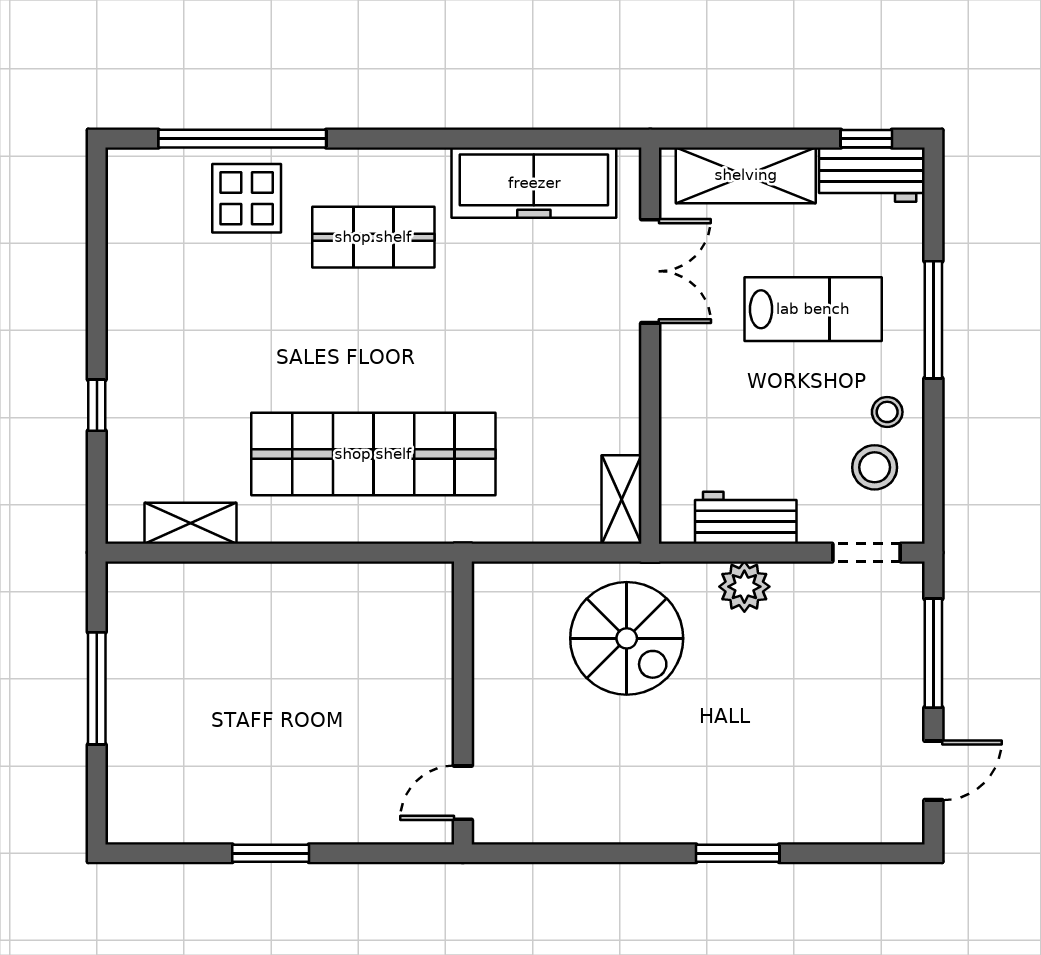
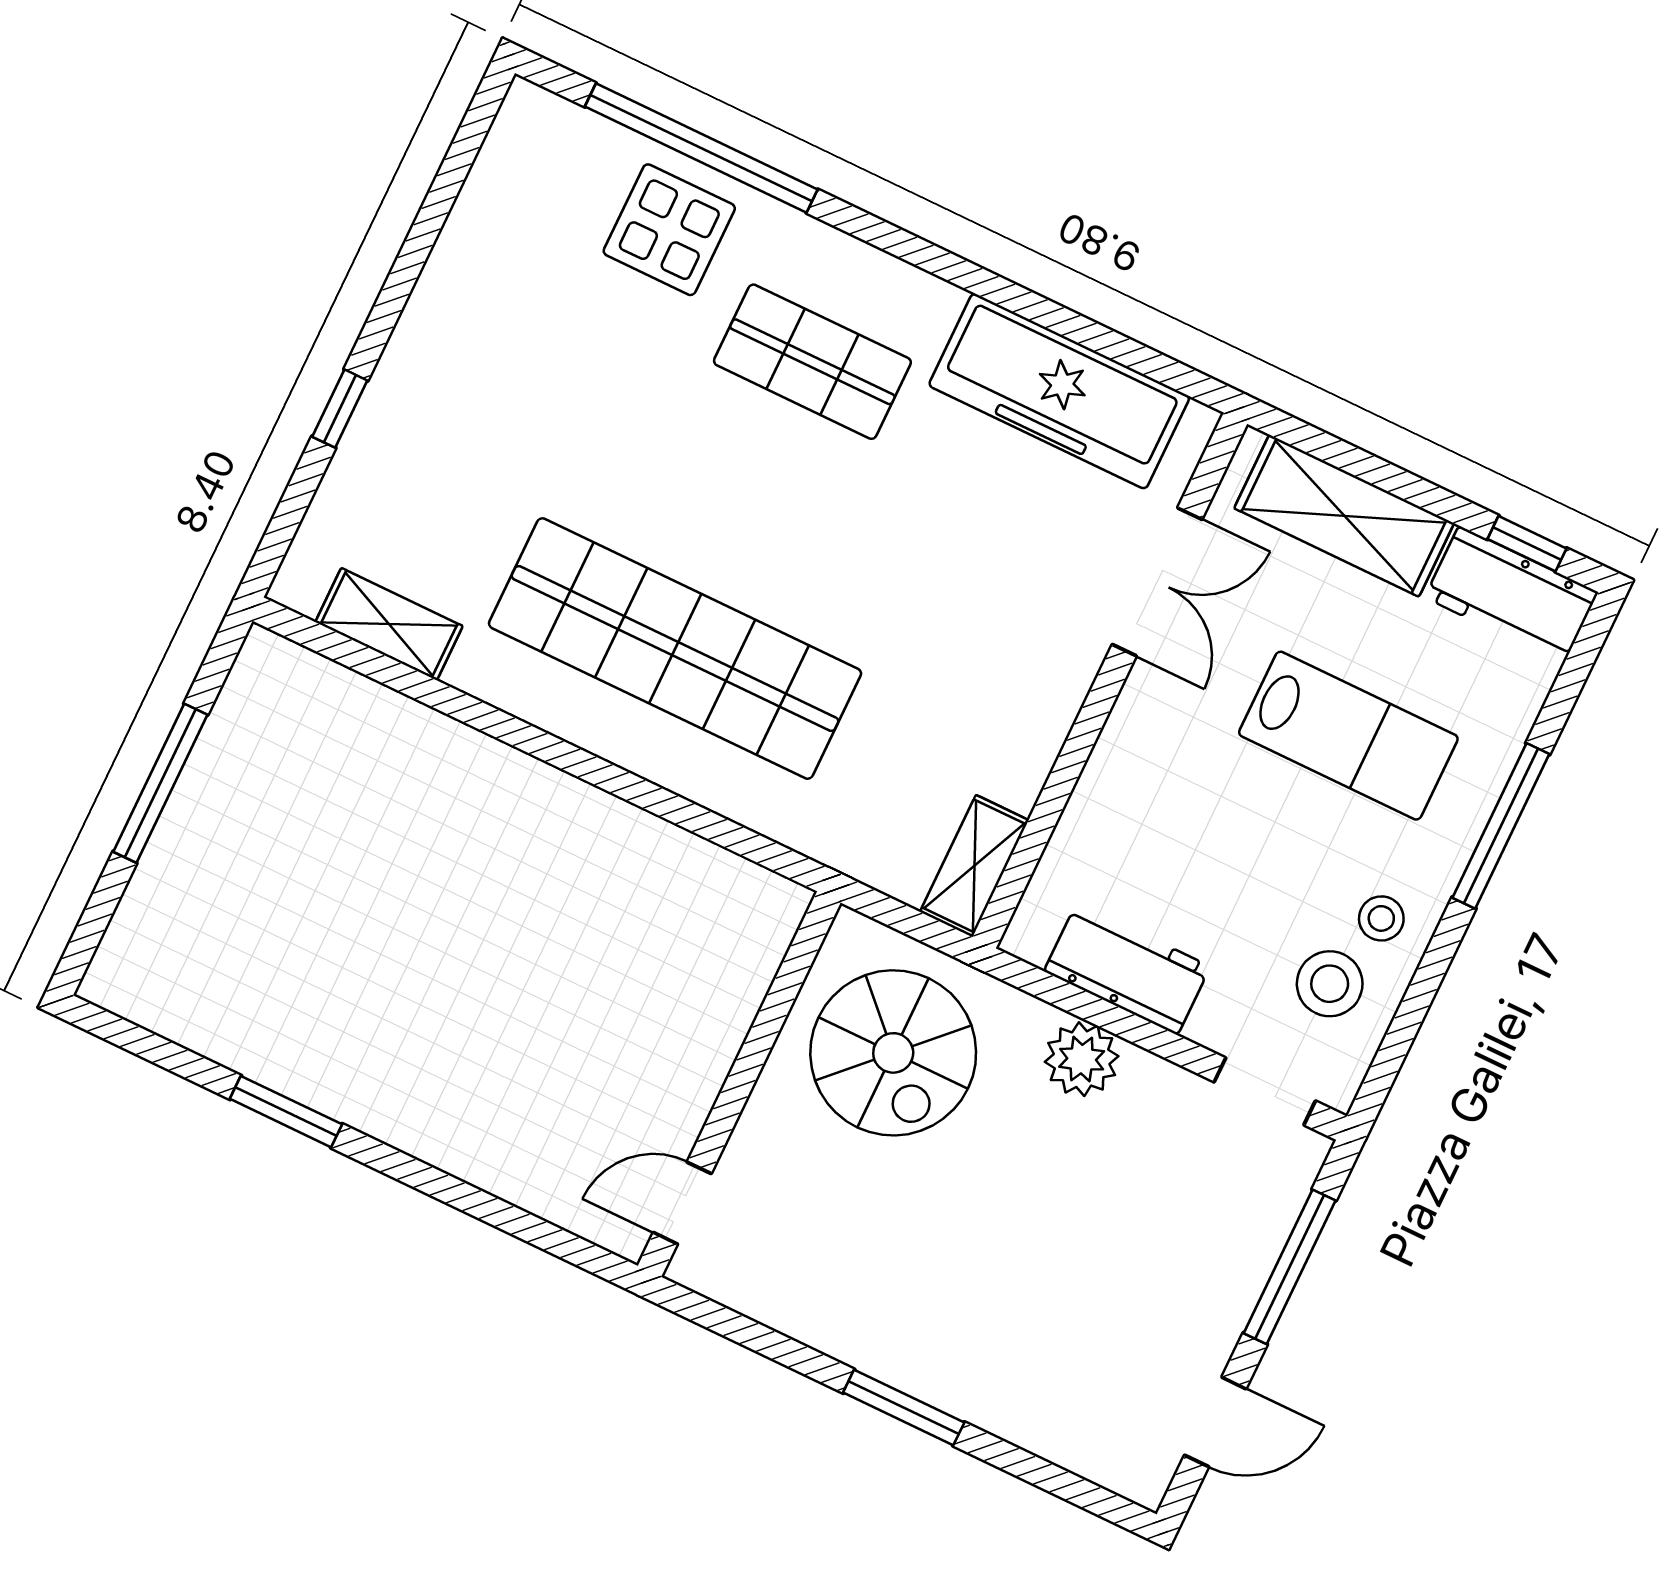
wall: (463, 703) -> (739, 1084), moved
door: (463, 793) -> (682, 1203), moved

